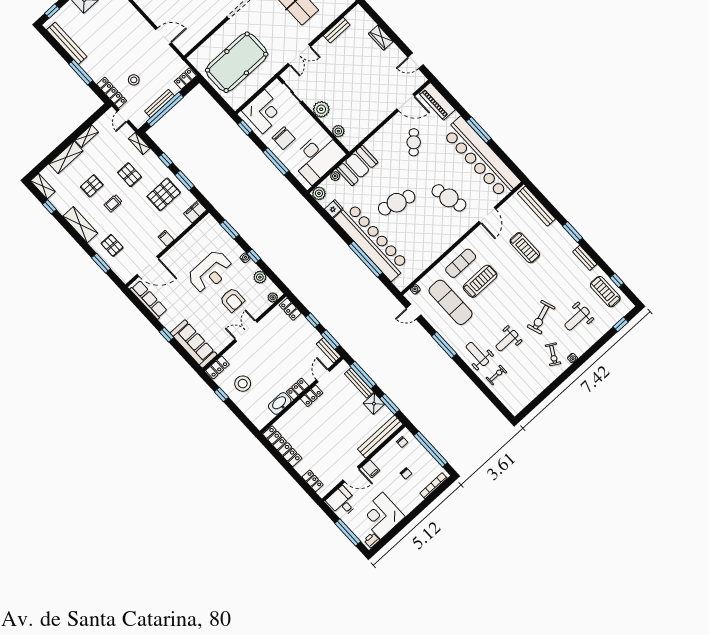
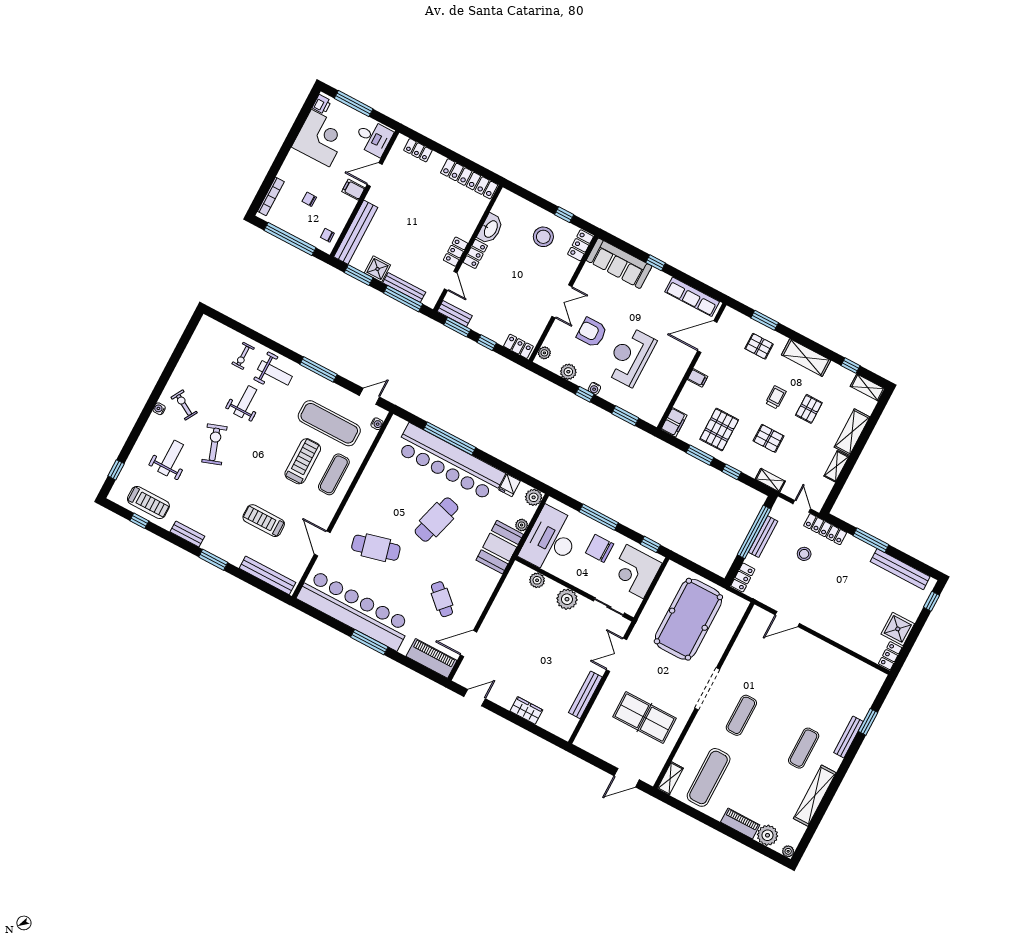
bench: (337, 30) -> (585, 695), width x1.36
treadmill: (480, 281) -> (303, 461), turned 180

